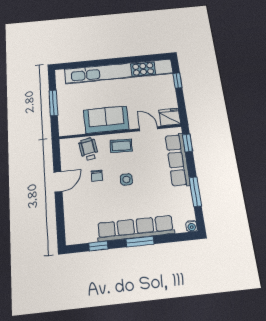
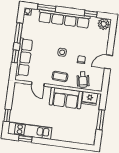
window: (146, 58) -> (25, 139), added
kitchen unit: (119, 71) -> (30, 131), width x0.54
fridge: (170, 117) -> (90, 98), moved
window: (187, 143) -> (15, 56), moved
plant: (76, 235) -> (104, 24), added
window: (140, 242) -> (47, 8), moved

